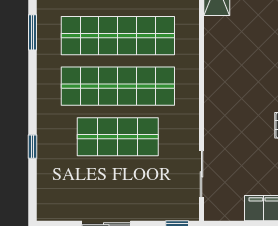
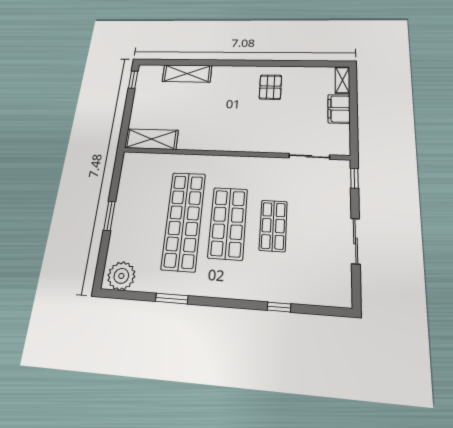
shop shelf: (118, 86) -> (228, 223), width x0.71
shop shelf: (118, 137) -> (273, 226), width x0.70, depth x0.74

